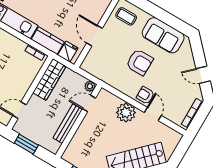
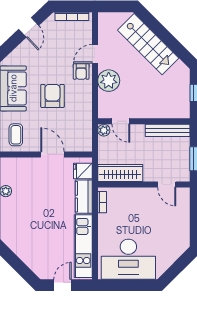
door: (94, 36) -> (52, 154), swing flipped
bench: (68, 124) -> (168, 130), moved

